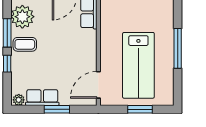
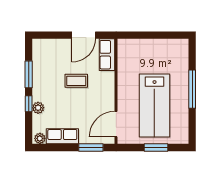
plant: (22, 17) -> (38, 108), moved, width x0.53, depth x0.53
coffee table: (25, 44) -> (76, 81), moved
window: (57, 109) -> (91, 148), moved

